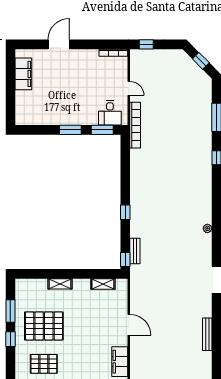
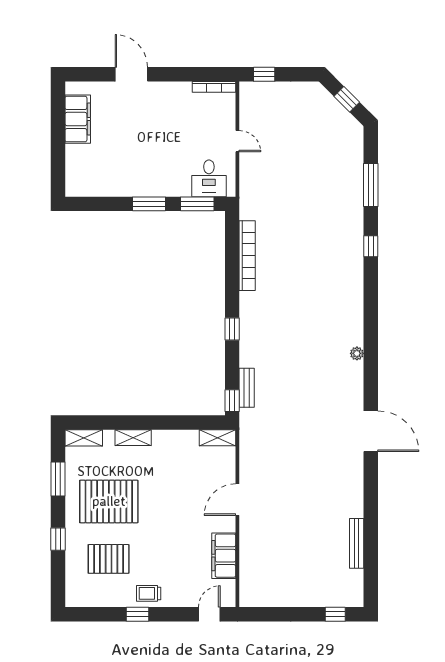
door: (59, 44) -> (131, 74), hinge flipped
bookcase: (135, 125) -> (247, 256), moved
shelving: (27, 284) -> (84, 438), added
shelving: (103, 284) -> (218, 438), moved
door: (129, 325) -> (237, 500), swing flipped
bench: (207, 334) -> (357, 543), moved
window: (10, 339) -> (58, 539), moved

